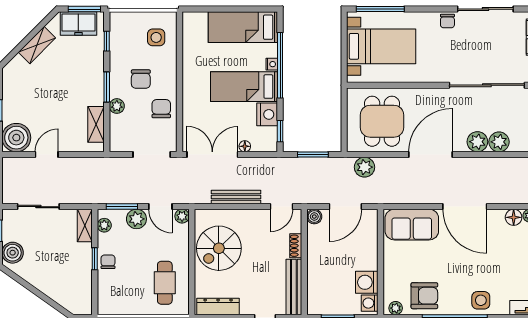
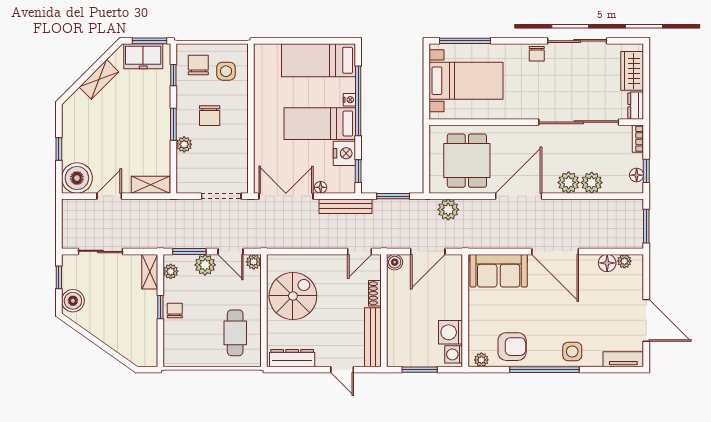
chair: (161, 109) -> (198, 65), moved
shelving: (96, 124) -> (151, 185), moved, turned 90
bench: (236, 197) -> (346, 206), moved
spiral stairs: (219, 248) -> (293, 296), turned 180

